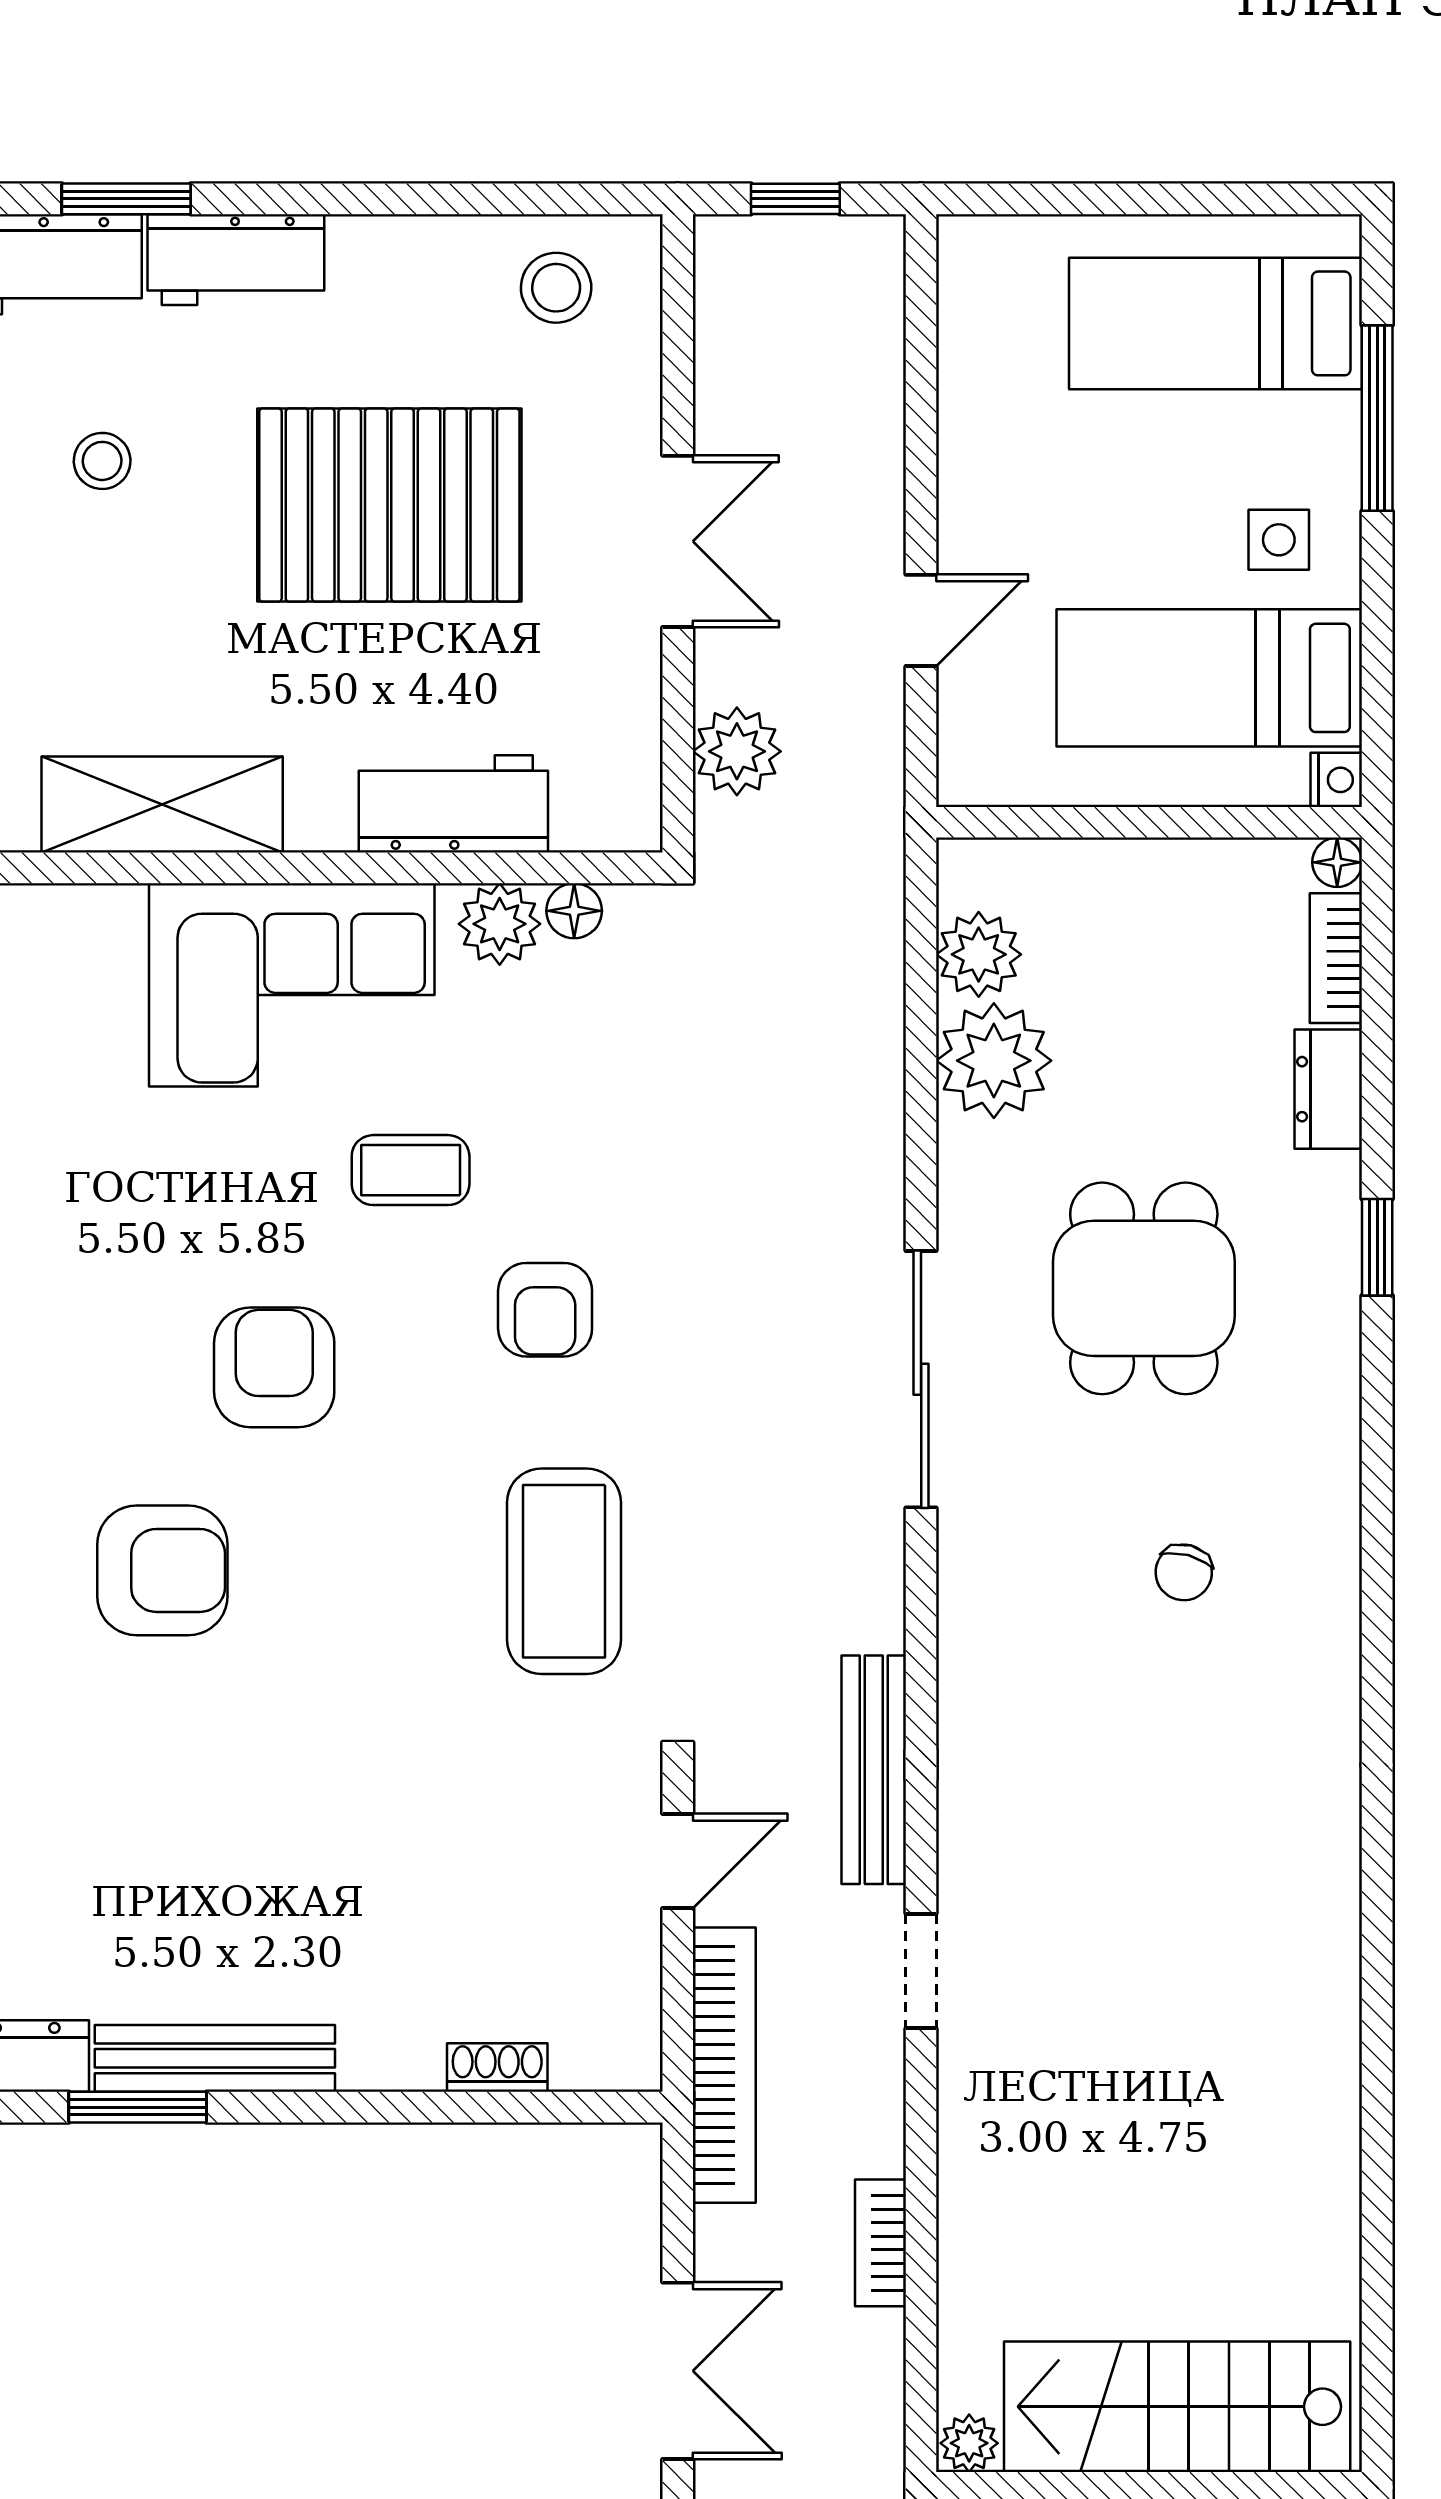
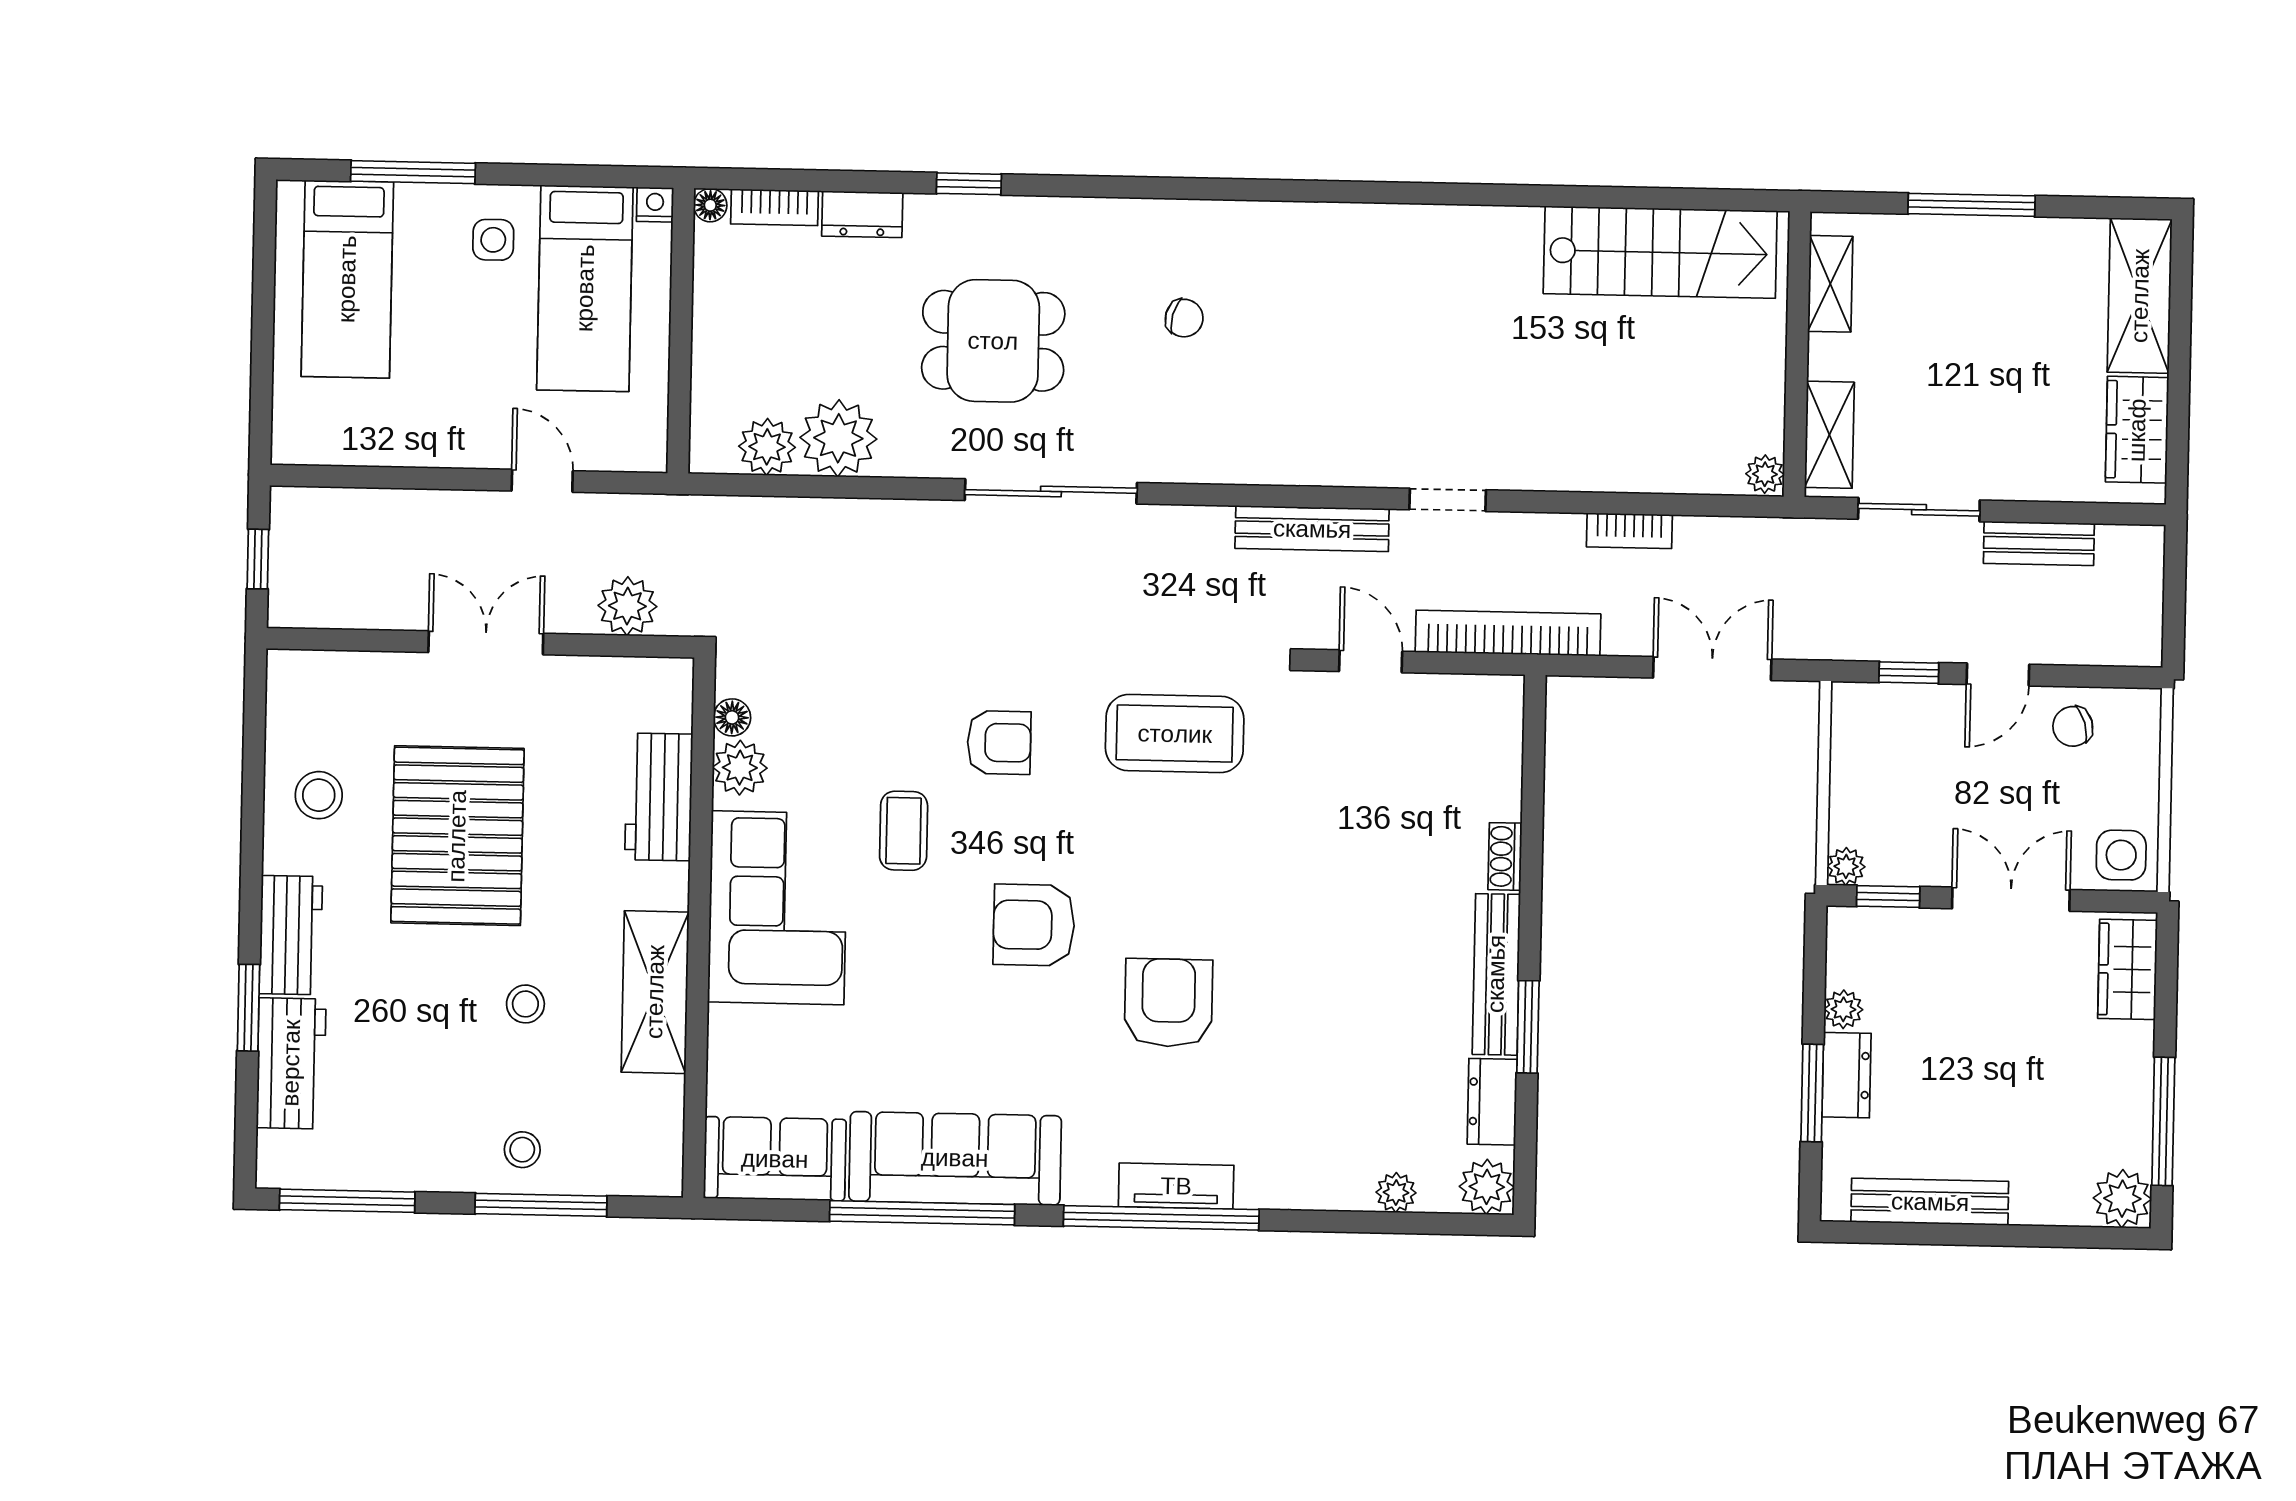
stool: (556, 288) -> (319, 795), moved
stool: (102, 461) -> (525, 1004), moved
shoe rack: (497, 2068) -> (1505, 856), moved
stairs: (1177, 2407) -> (1660, 252), moved, turned -90

